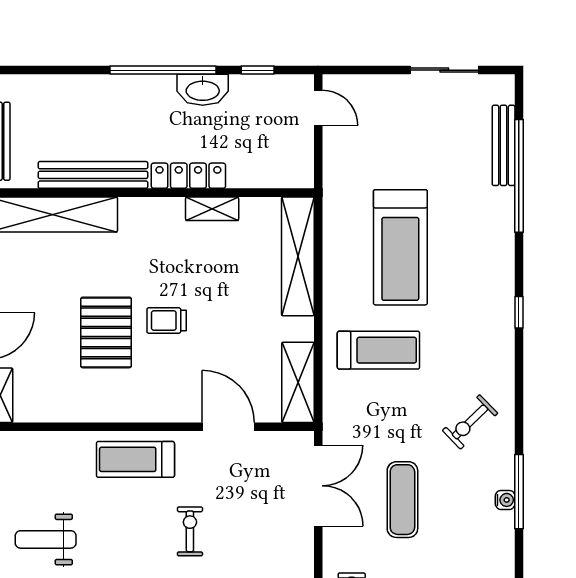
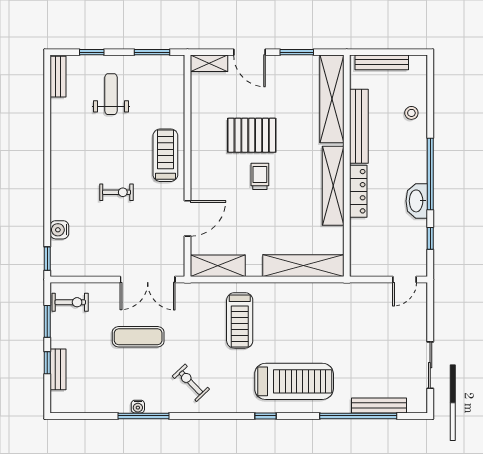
stool: (73, 98) -> (411, 113), added
shelving: (212, 209) -> (333, 186), width x2.20, depth x1.33
treadmill: (400, 247) -> (294, 381), moved, turned 180

